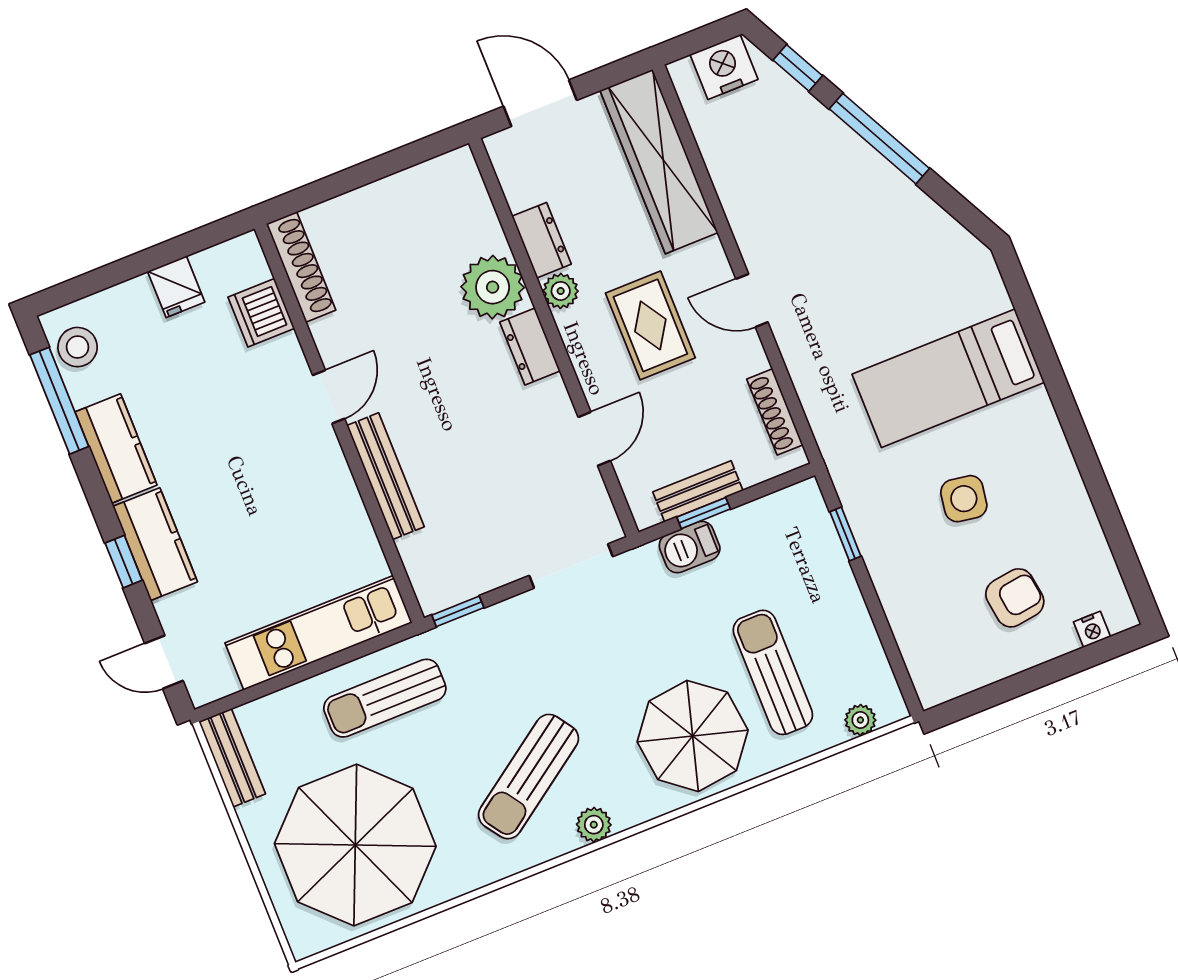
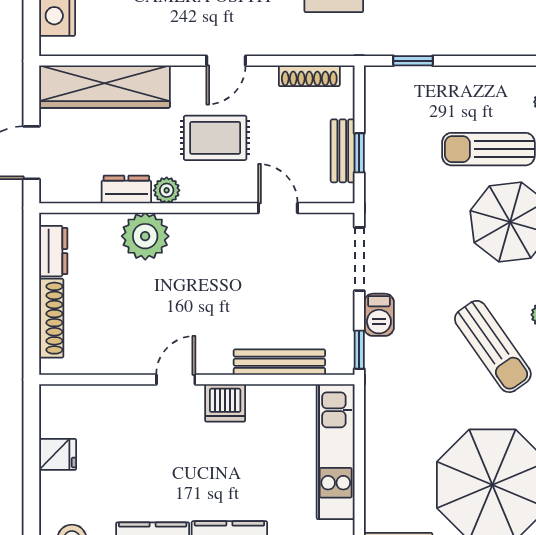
shoe rack: (301, 267) -> (51, 318), moved, turned 90
dishwasher: (261, 313) -> (225, 403), moved
dresser: (530, 347) -> (53, 251), moved, turned -90
door: (329, 397) -> (176, 380), hinge flipped
bench: (386, 476) -> (279, 362), moved
barbecue: (690, 547) -> (379, 315), moved
sun lounger: (385, 698) -> (399, 424), removed

